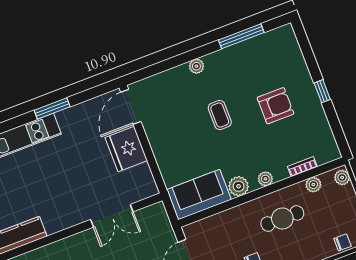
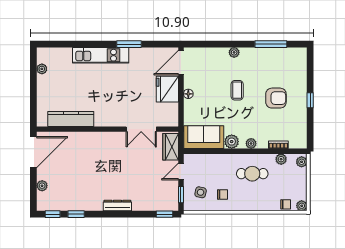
floor lamp: (157, 145) -> (188, 94), added
wardrobe: (160, 224) -> (171, 147), added

